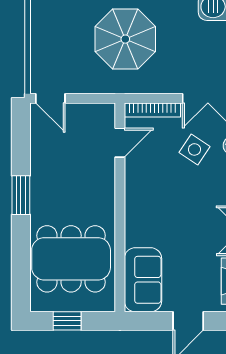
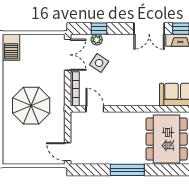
door: (50, 98) -> (68, 152), swing flipped
window: (21, 195) -> (127, 170), width x1.44

